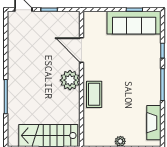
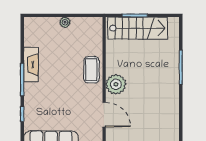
fireplace: (154, 123) -> (31, 65), moved

